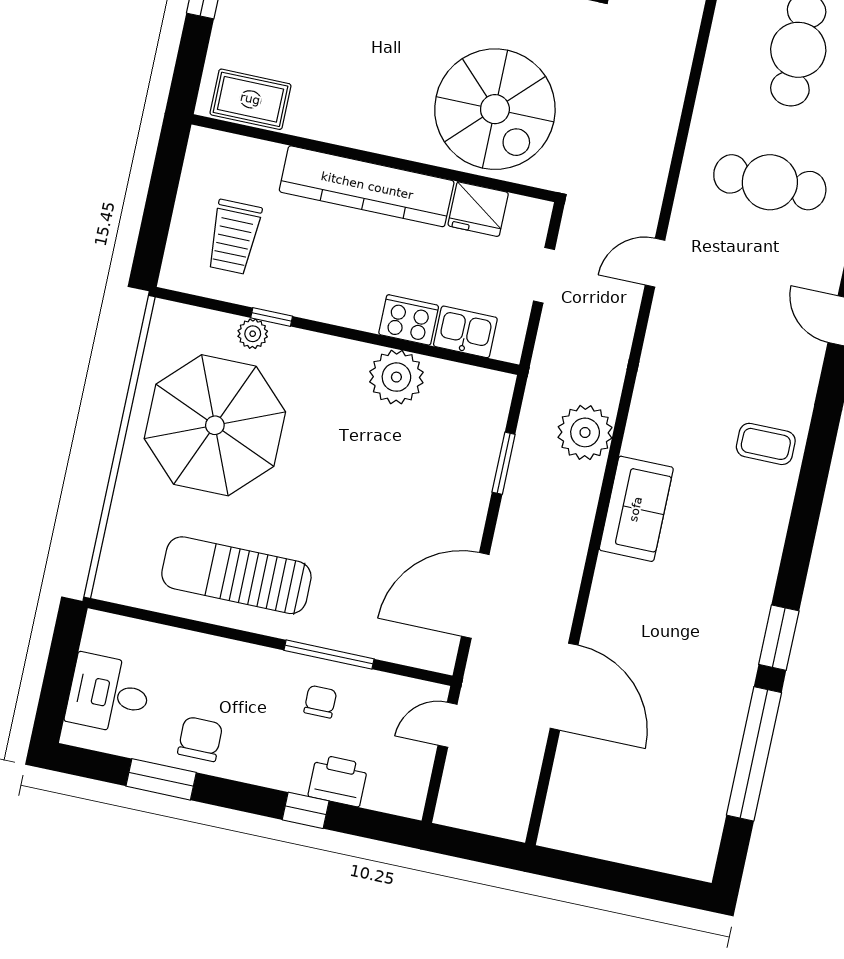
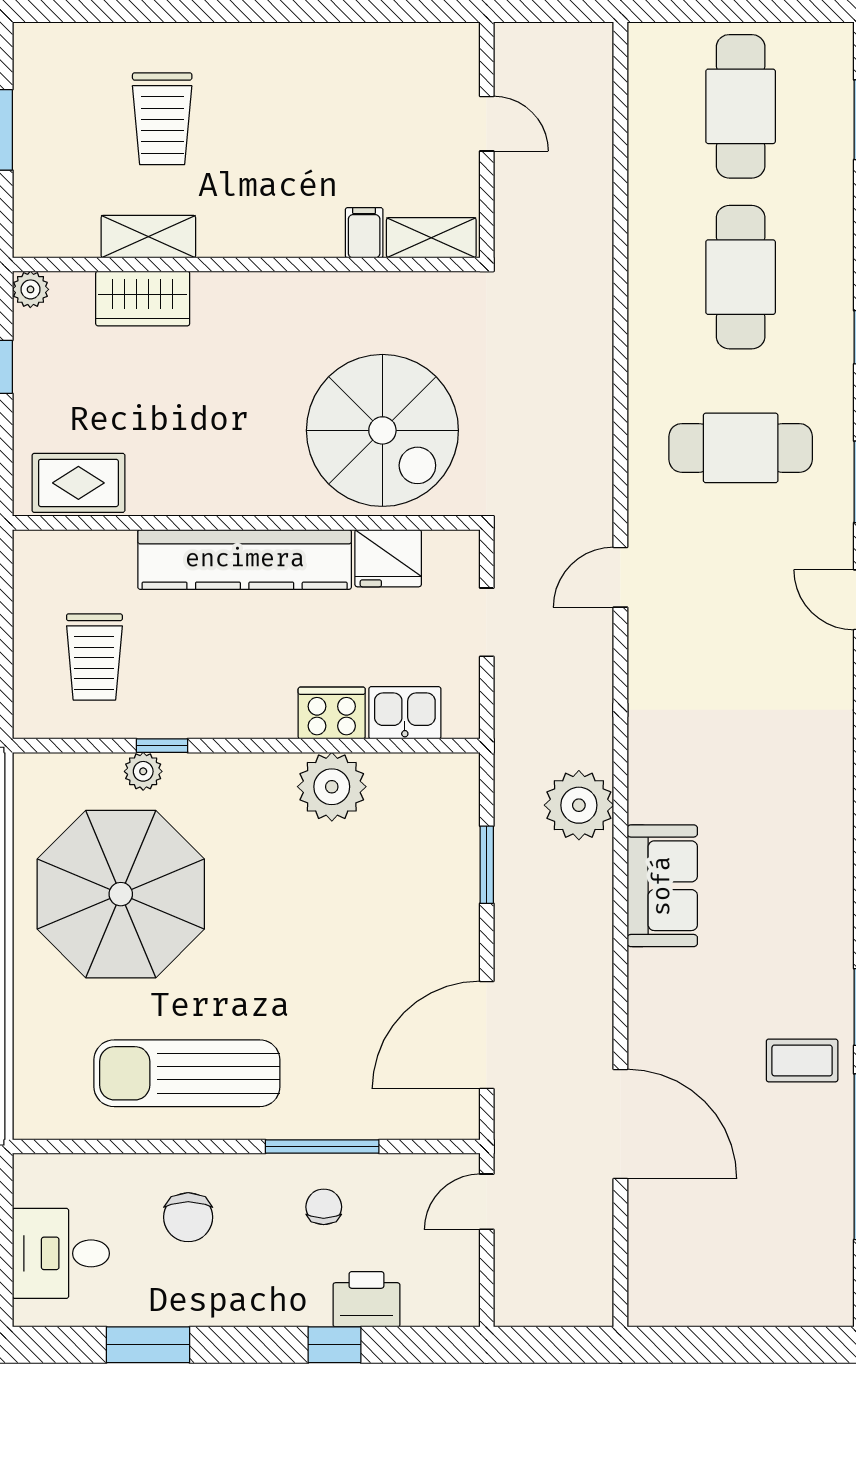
coffee table: (766, 444) -> (802, 1060), moved
chair: (200, 739) -> (188, 1217), moved, turned 180

